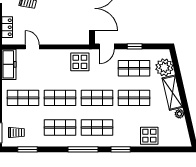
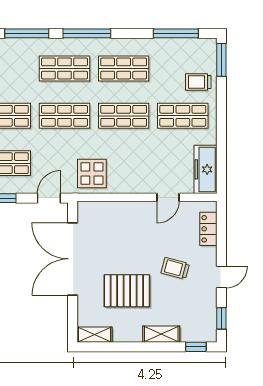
door: (32, 47) -> (168, 197), hinge flipped
trolley: (16, 133) -> (198, 82), moved
window: (27, 149) -> (176, 33), width x1.44
window: (121, 149) -> (27, 33), width x1.44

